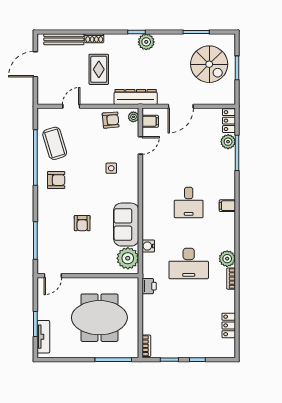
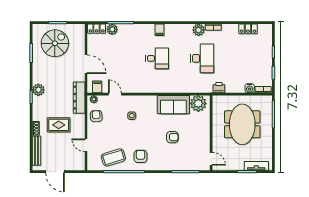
water cooler: (148, 246) -> (250, 88), moved

